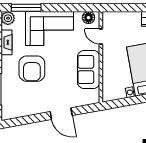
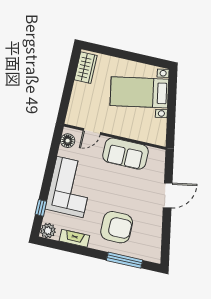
window: (26, 8) -> (41, 208), width x0.46
armchair: (32, 69) -> (117, 227), moved

